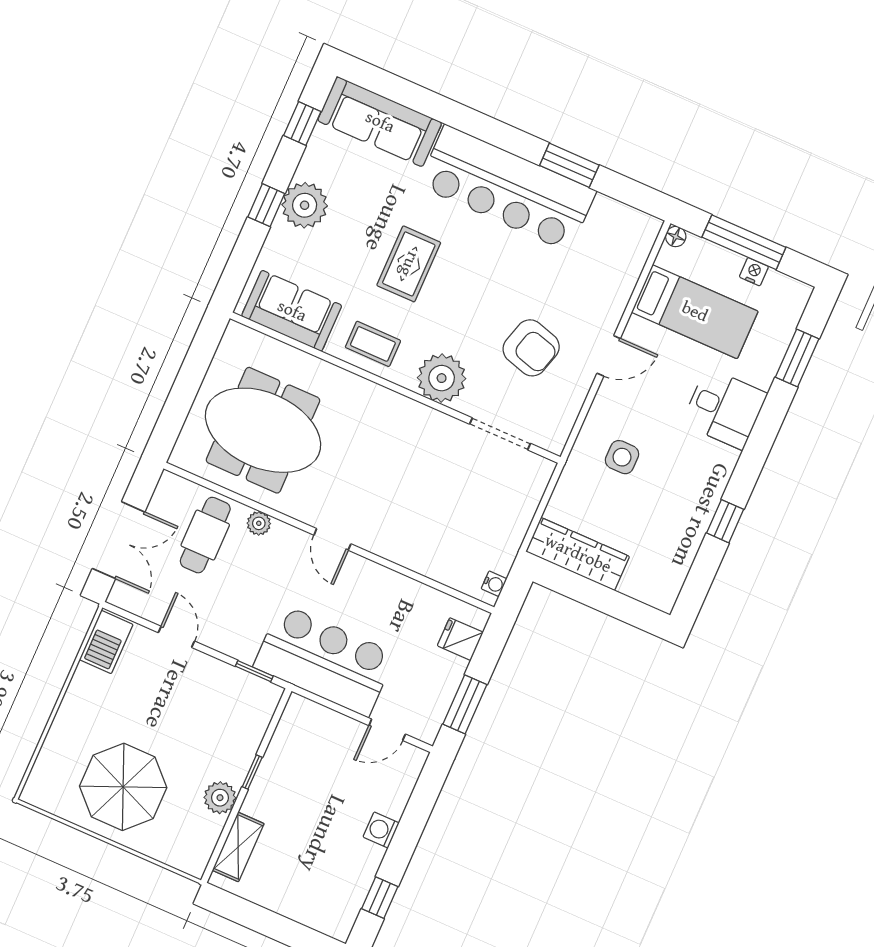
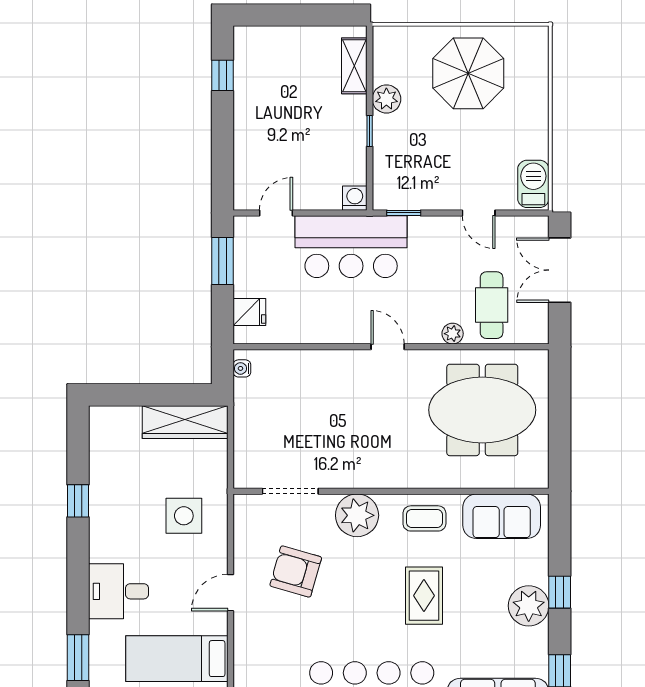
side table: (622, 457) -> (184, 516), width x1.37, depth x1.37
washing machine: (381, 830) -> (355, 198), moved, turned -90

